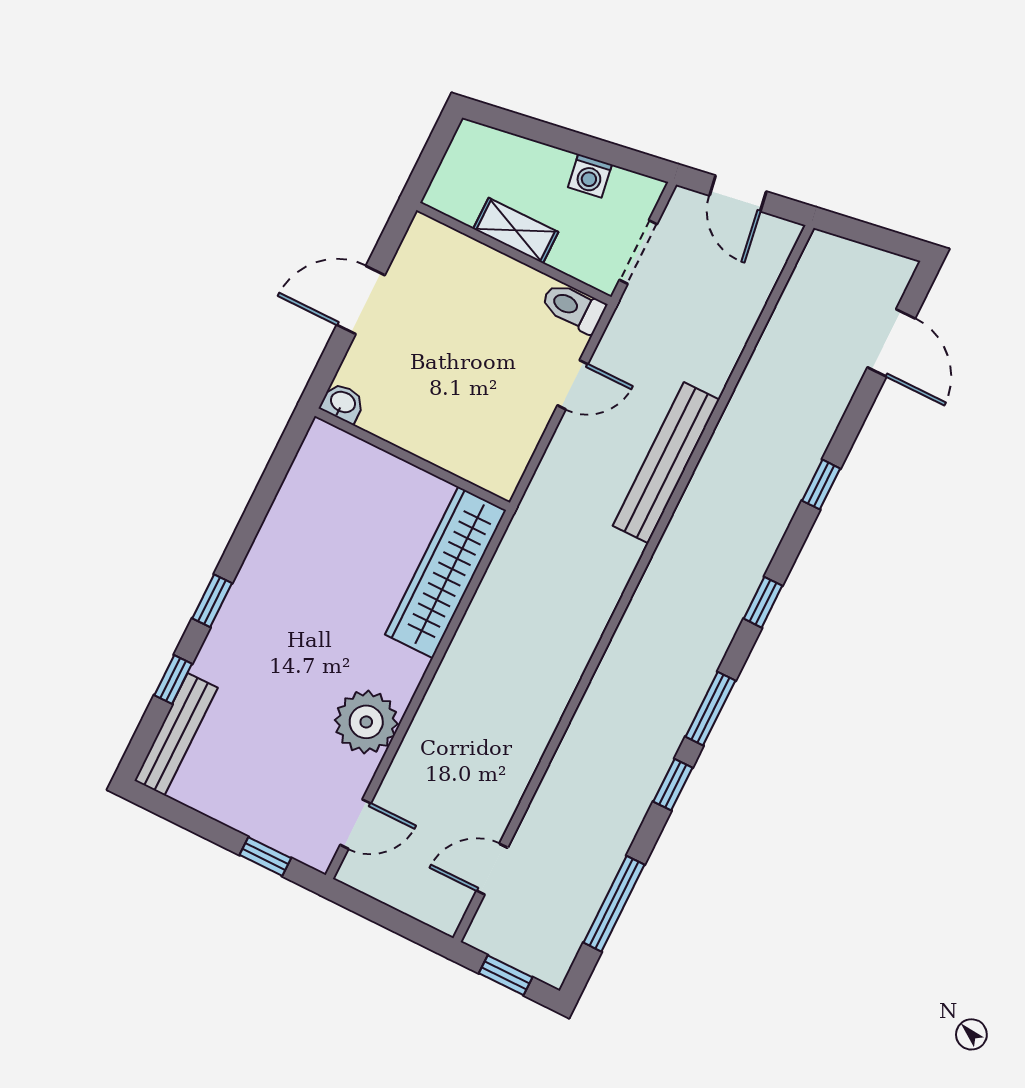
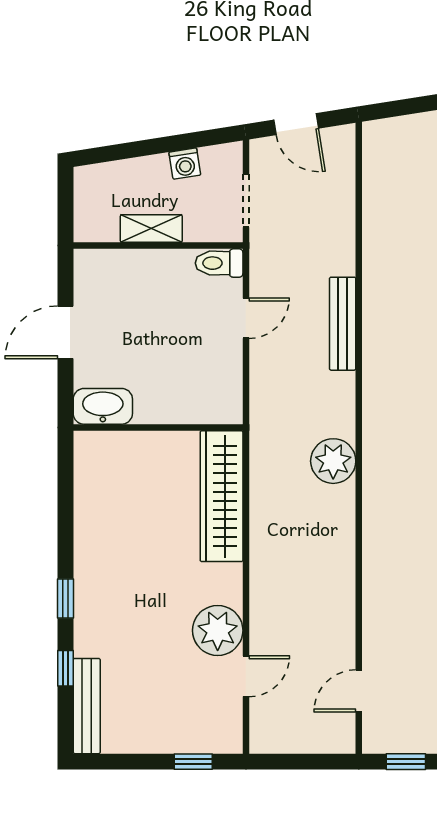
washbasin: (343, 403) -> (103, 406), width x1.91, depth x1.45
bench: (666, 463) -> (343, 324), width x0.73, depth x0.82
plant: (592, 595) -> (333, 461), added
door: (355, 824) -> (246, 676), moved

